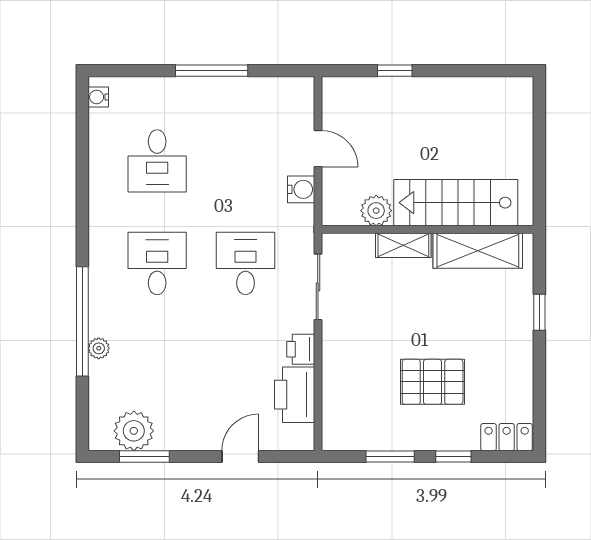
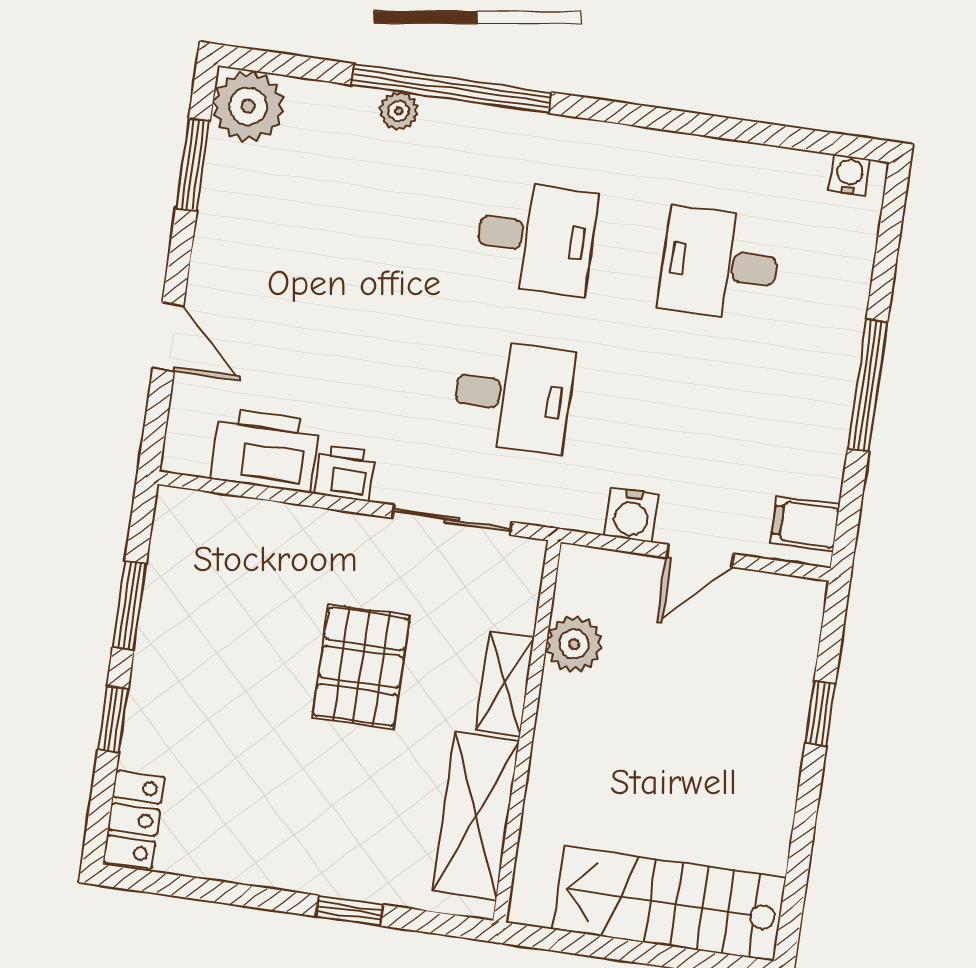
filing cabinet: (292, 94) -> (805, 524), added
stairs: (456, 203) -> (669, 903), moved, turned -90
pallet: (433, 382) -> (361, 667), moved
plant: (134, 431) -> (248, 106), moved

